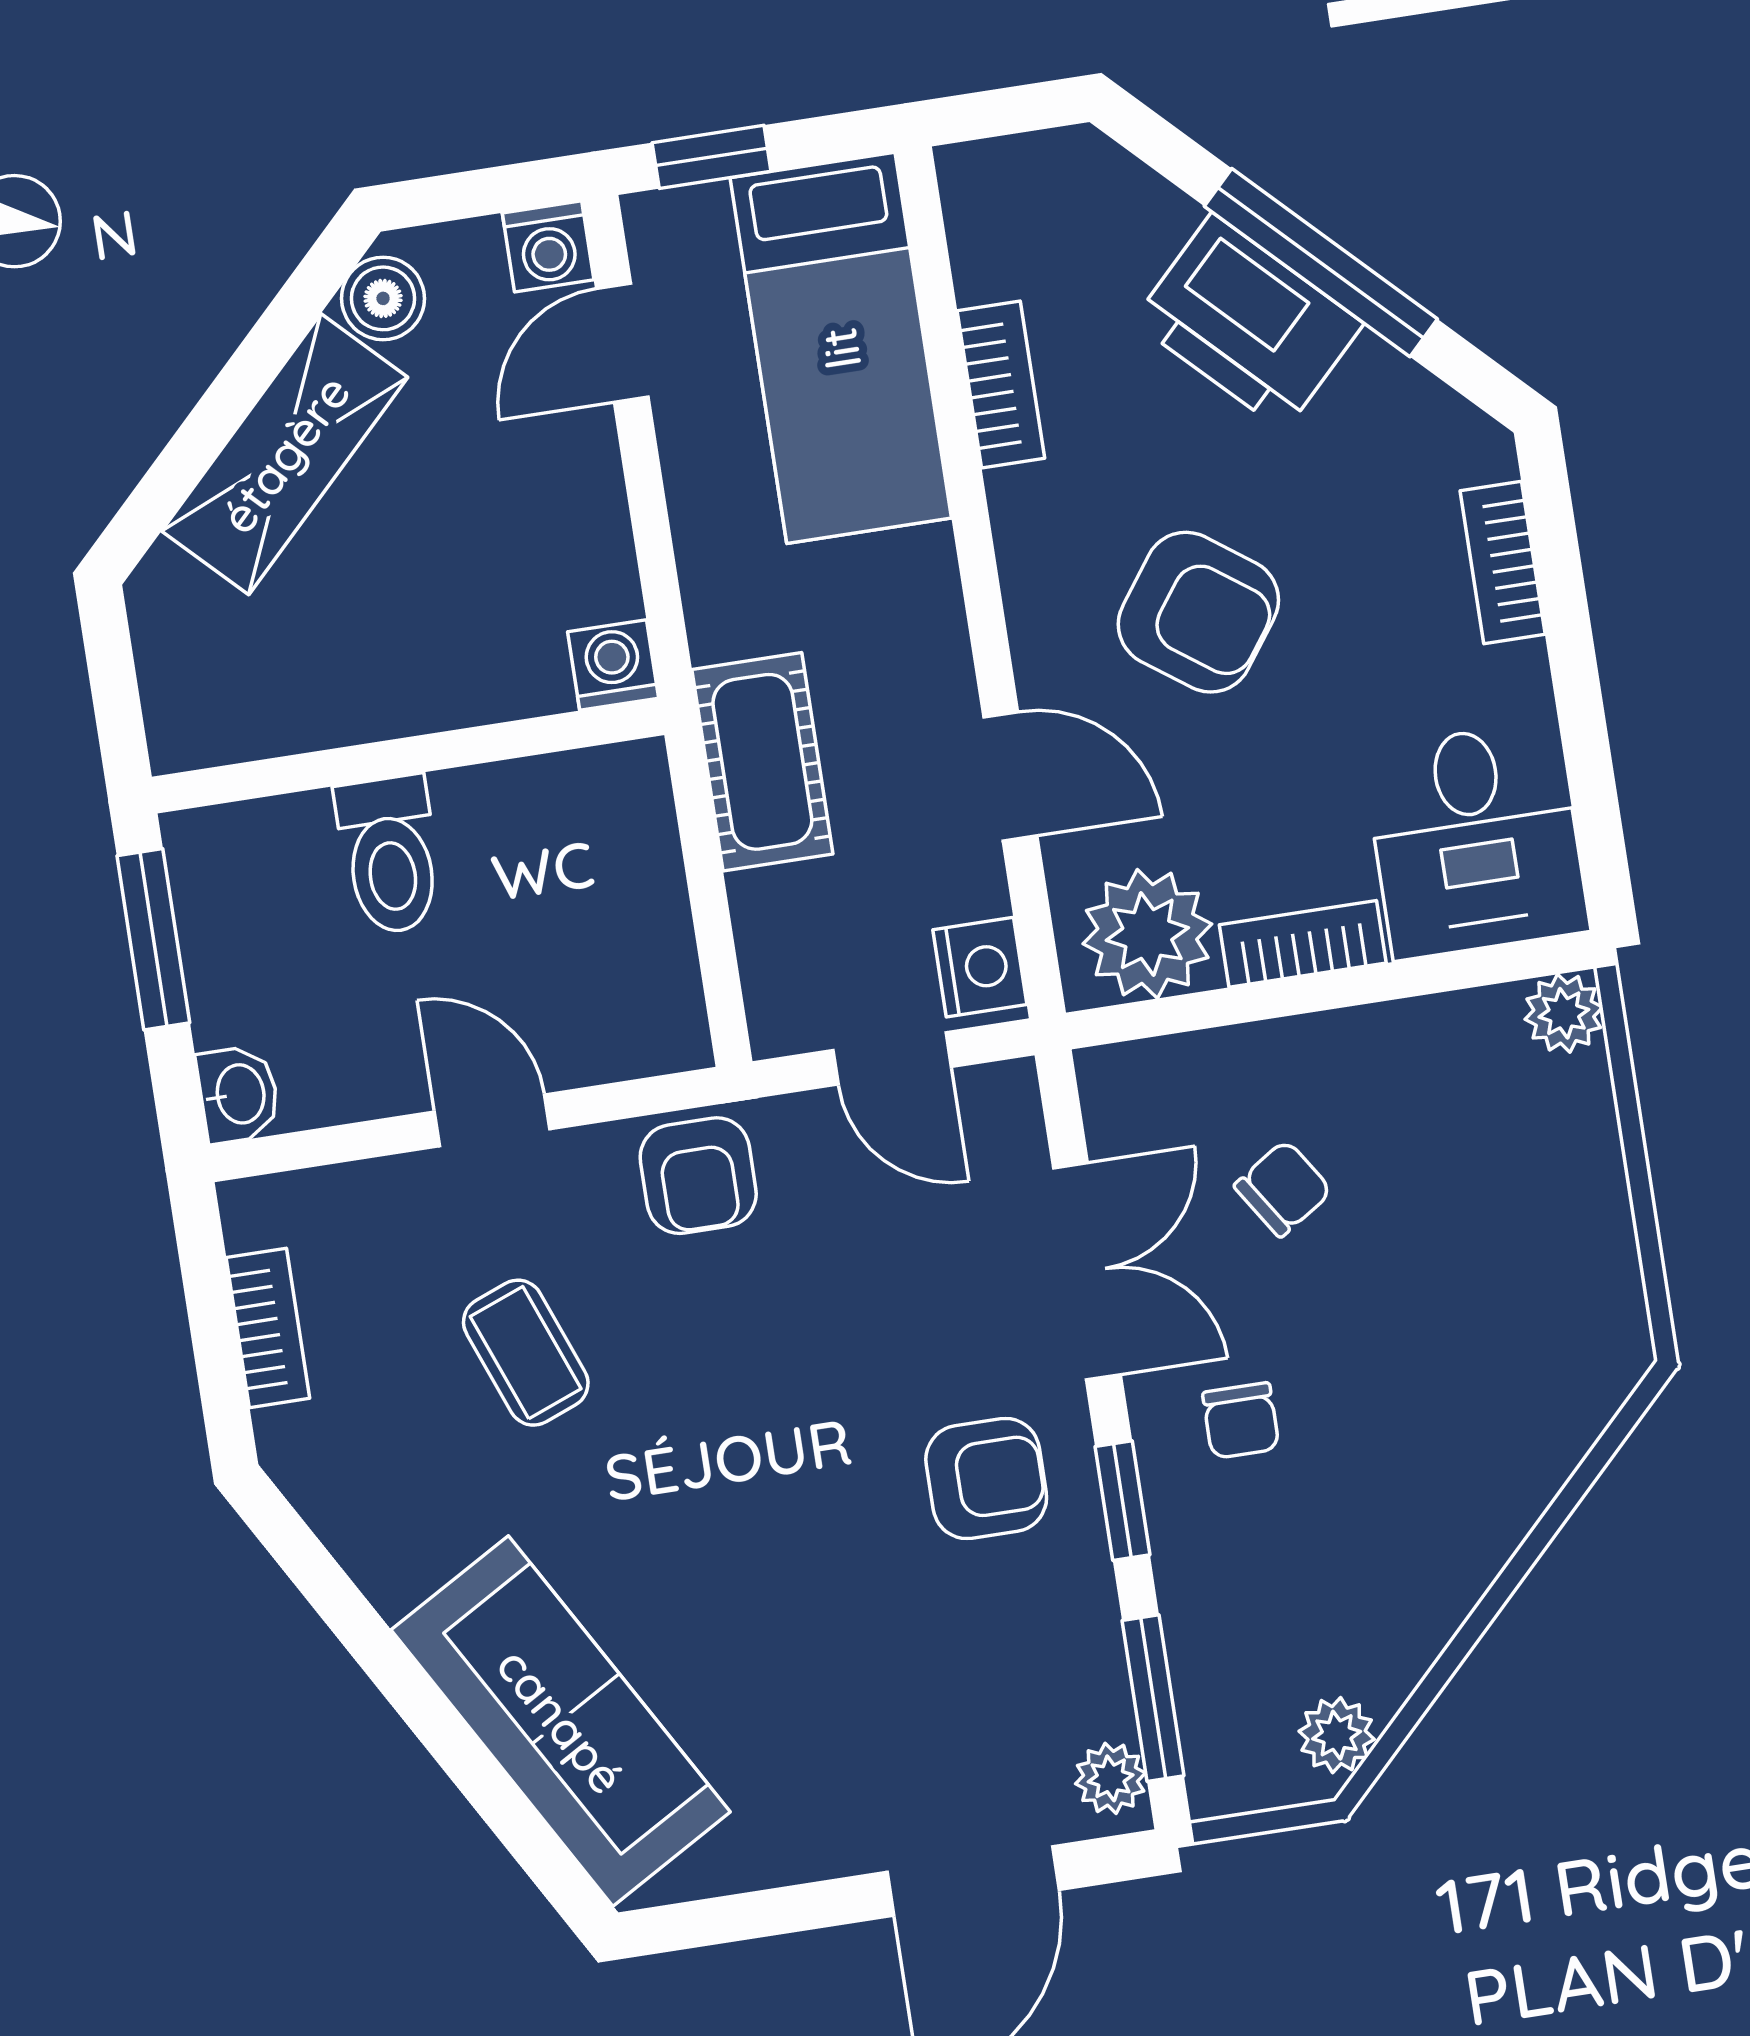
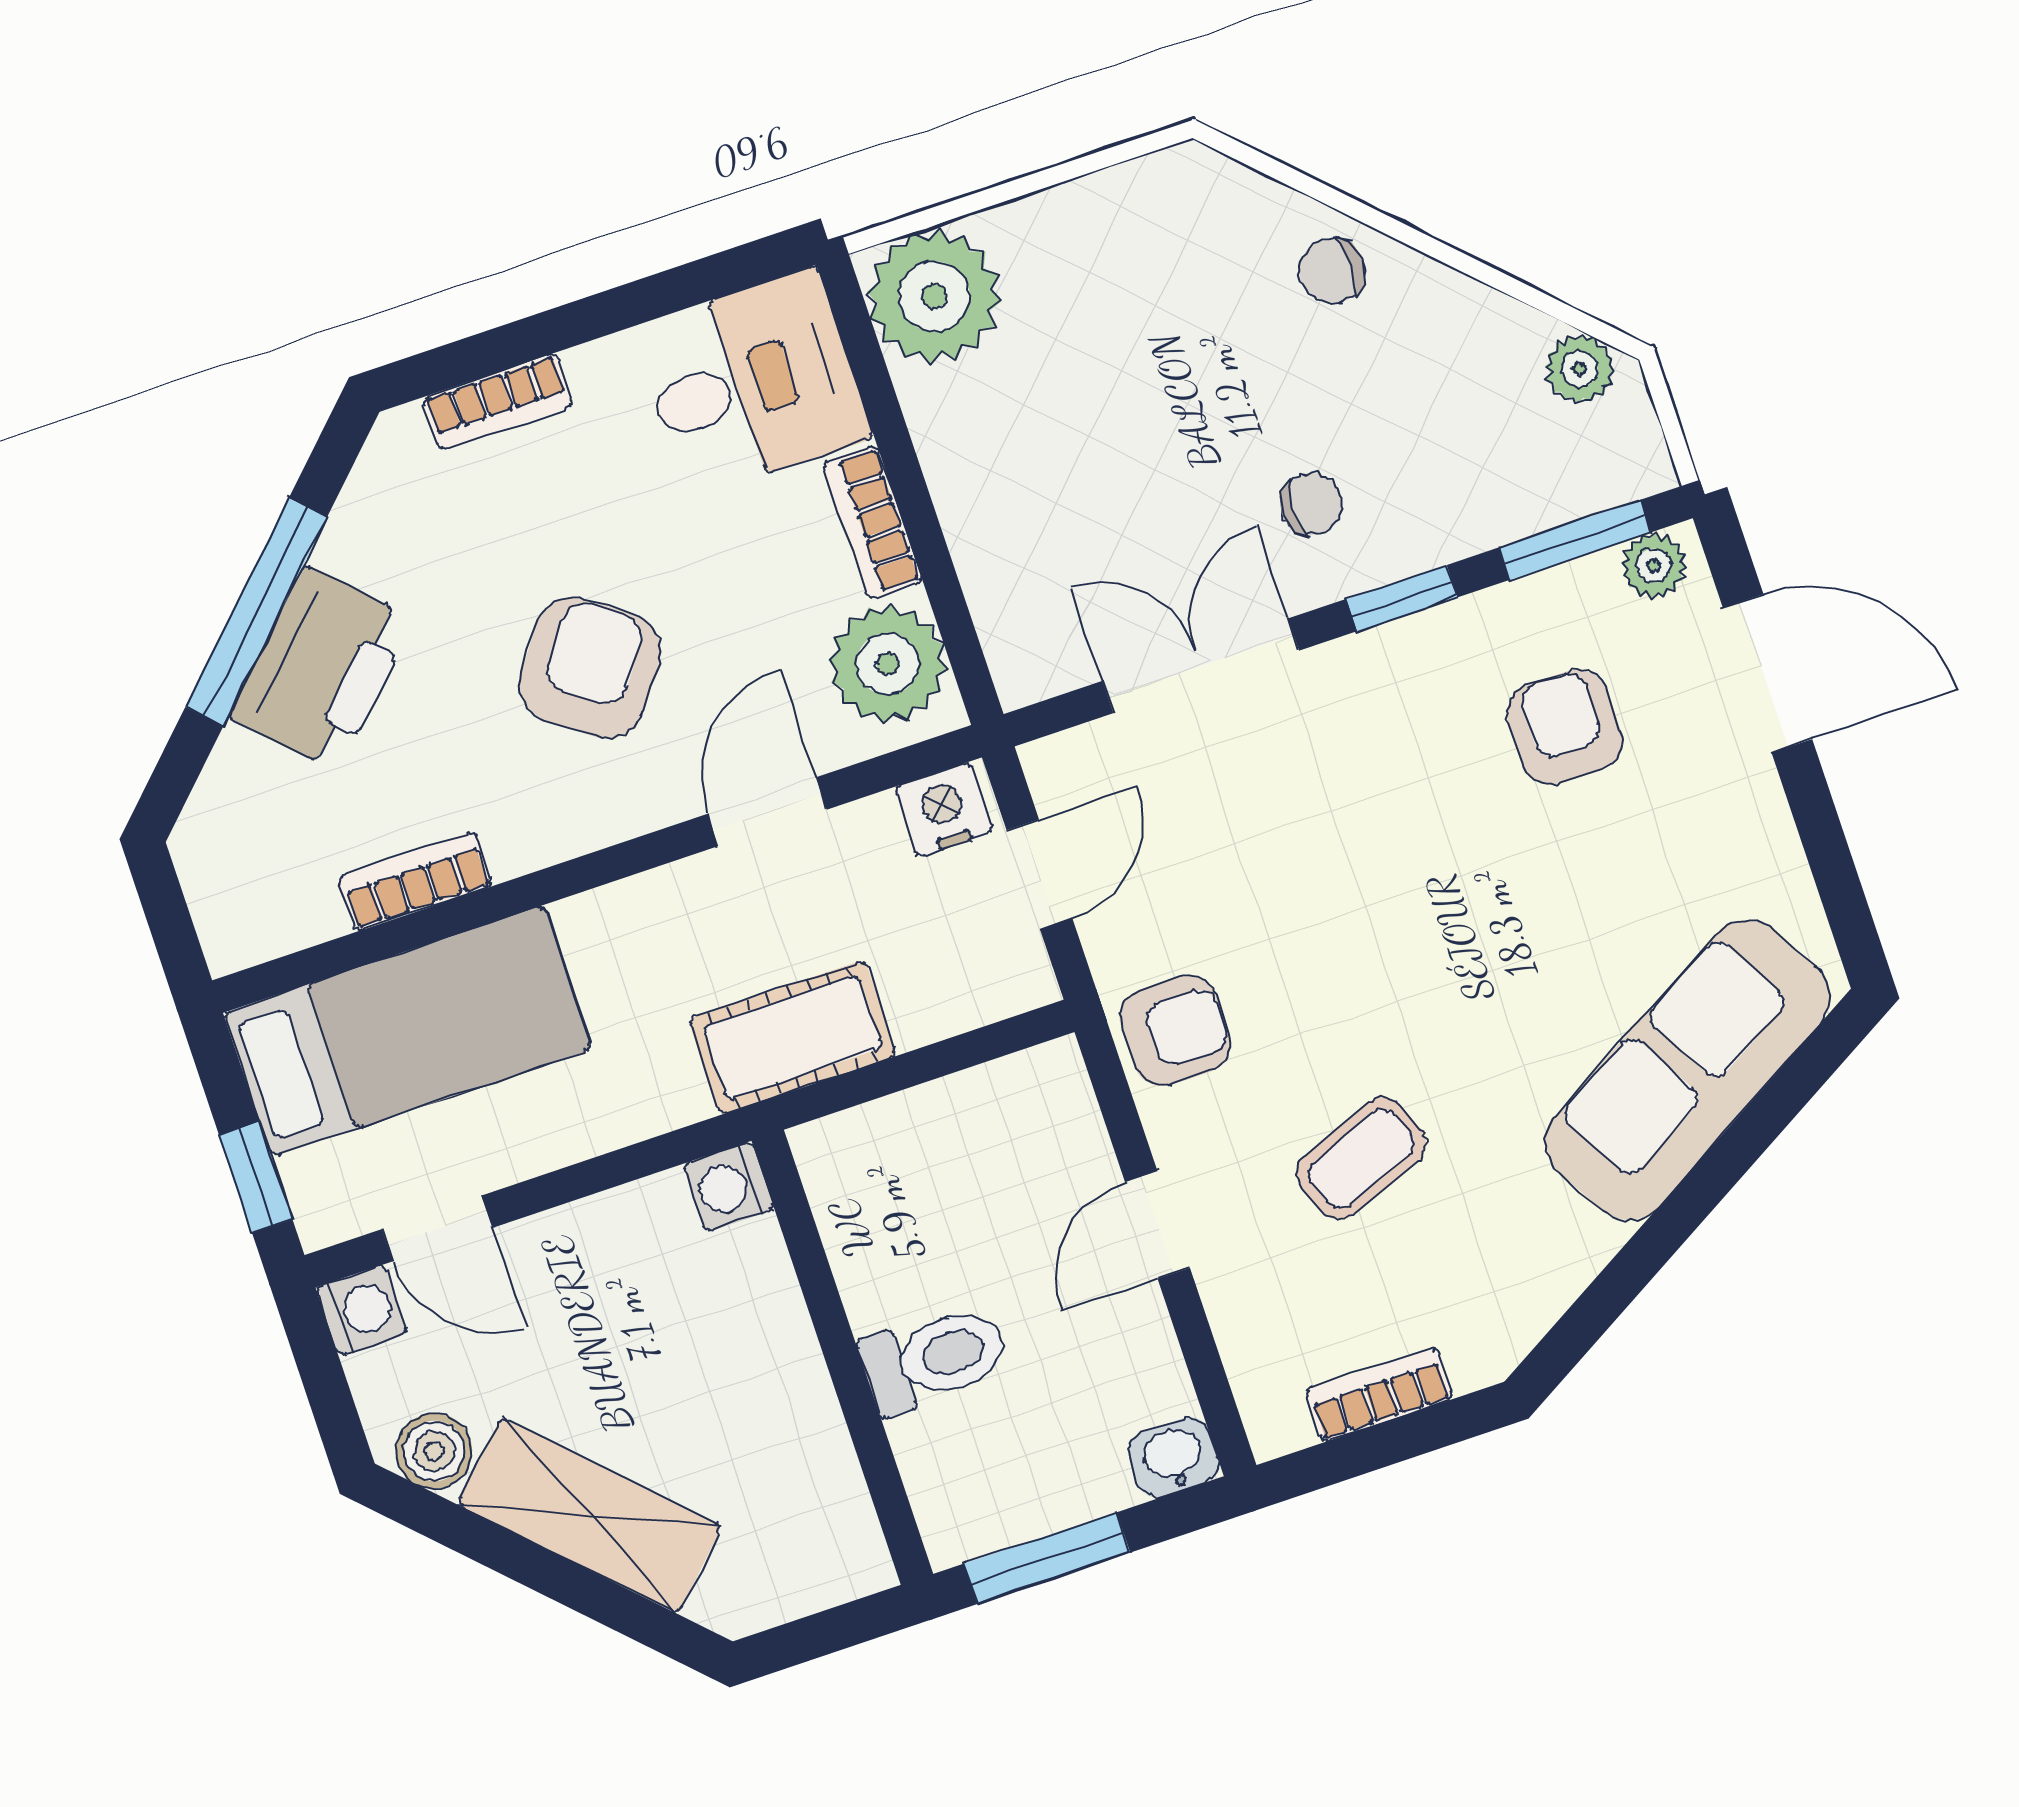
plant: (1564, 1013) -> (934, 296), width x1.87, depth x1.87
chair: (1283, 1188) -> (1332, 271), moved, turned -57
armchair: (986, 1479) -> (1565, 727), moved

